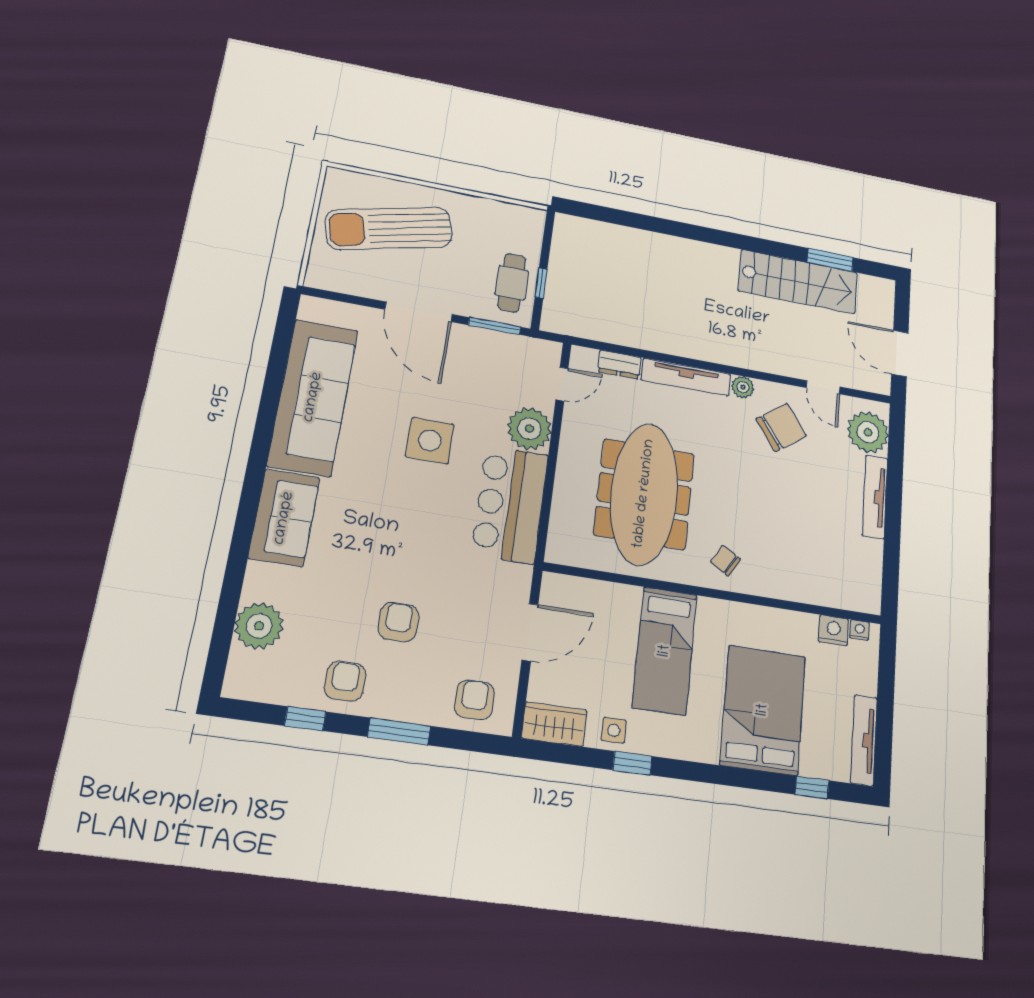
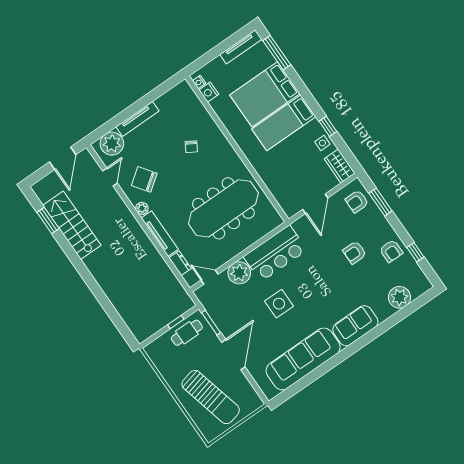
chair: (725, 561) -> (191, 147), moved
door: (530, 632) -> (315, 204), swing flipped
bed: (665, 651) -> (284, 123), moved, turned 180
armchair: (345, 681) -> (391, 251), turned -90
window: (399, 731) -> (380, 202), moved
window: (812, 787) -> (277, 53), width x2.17

